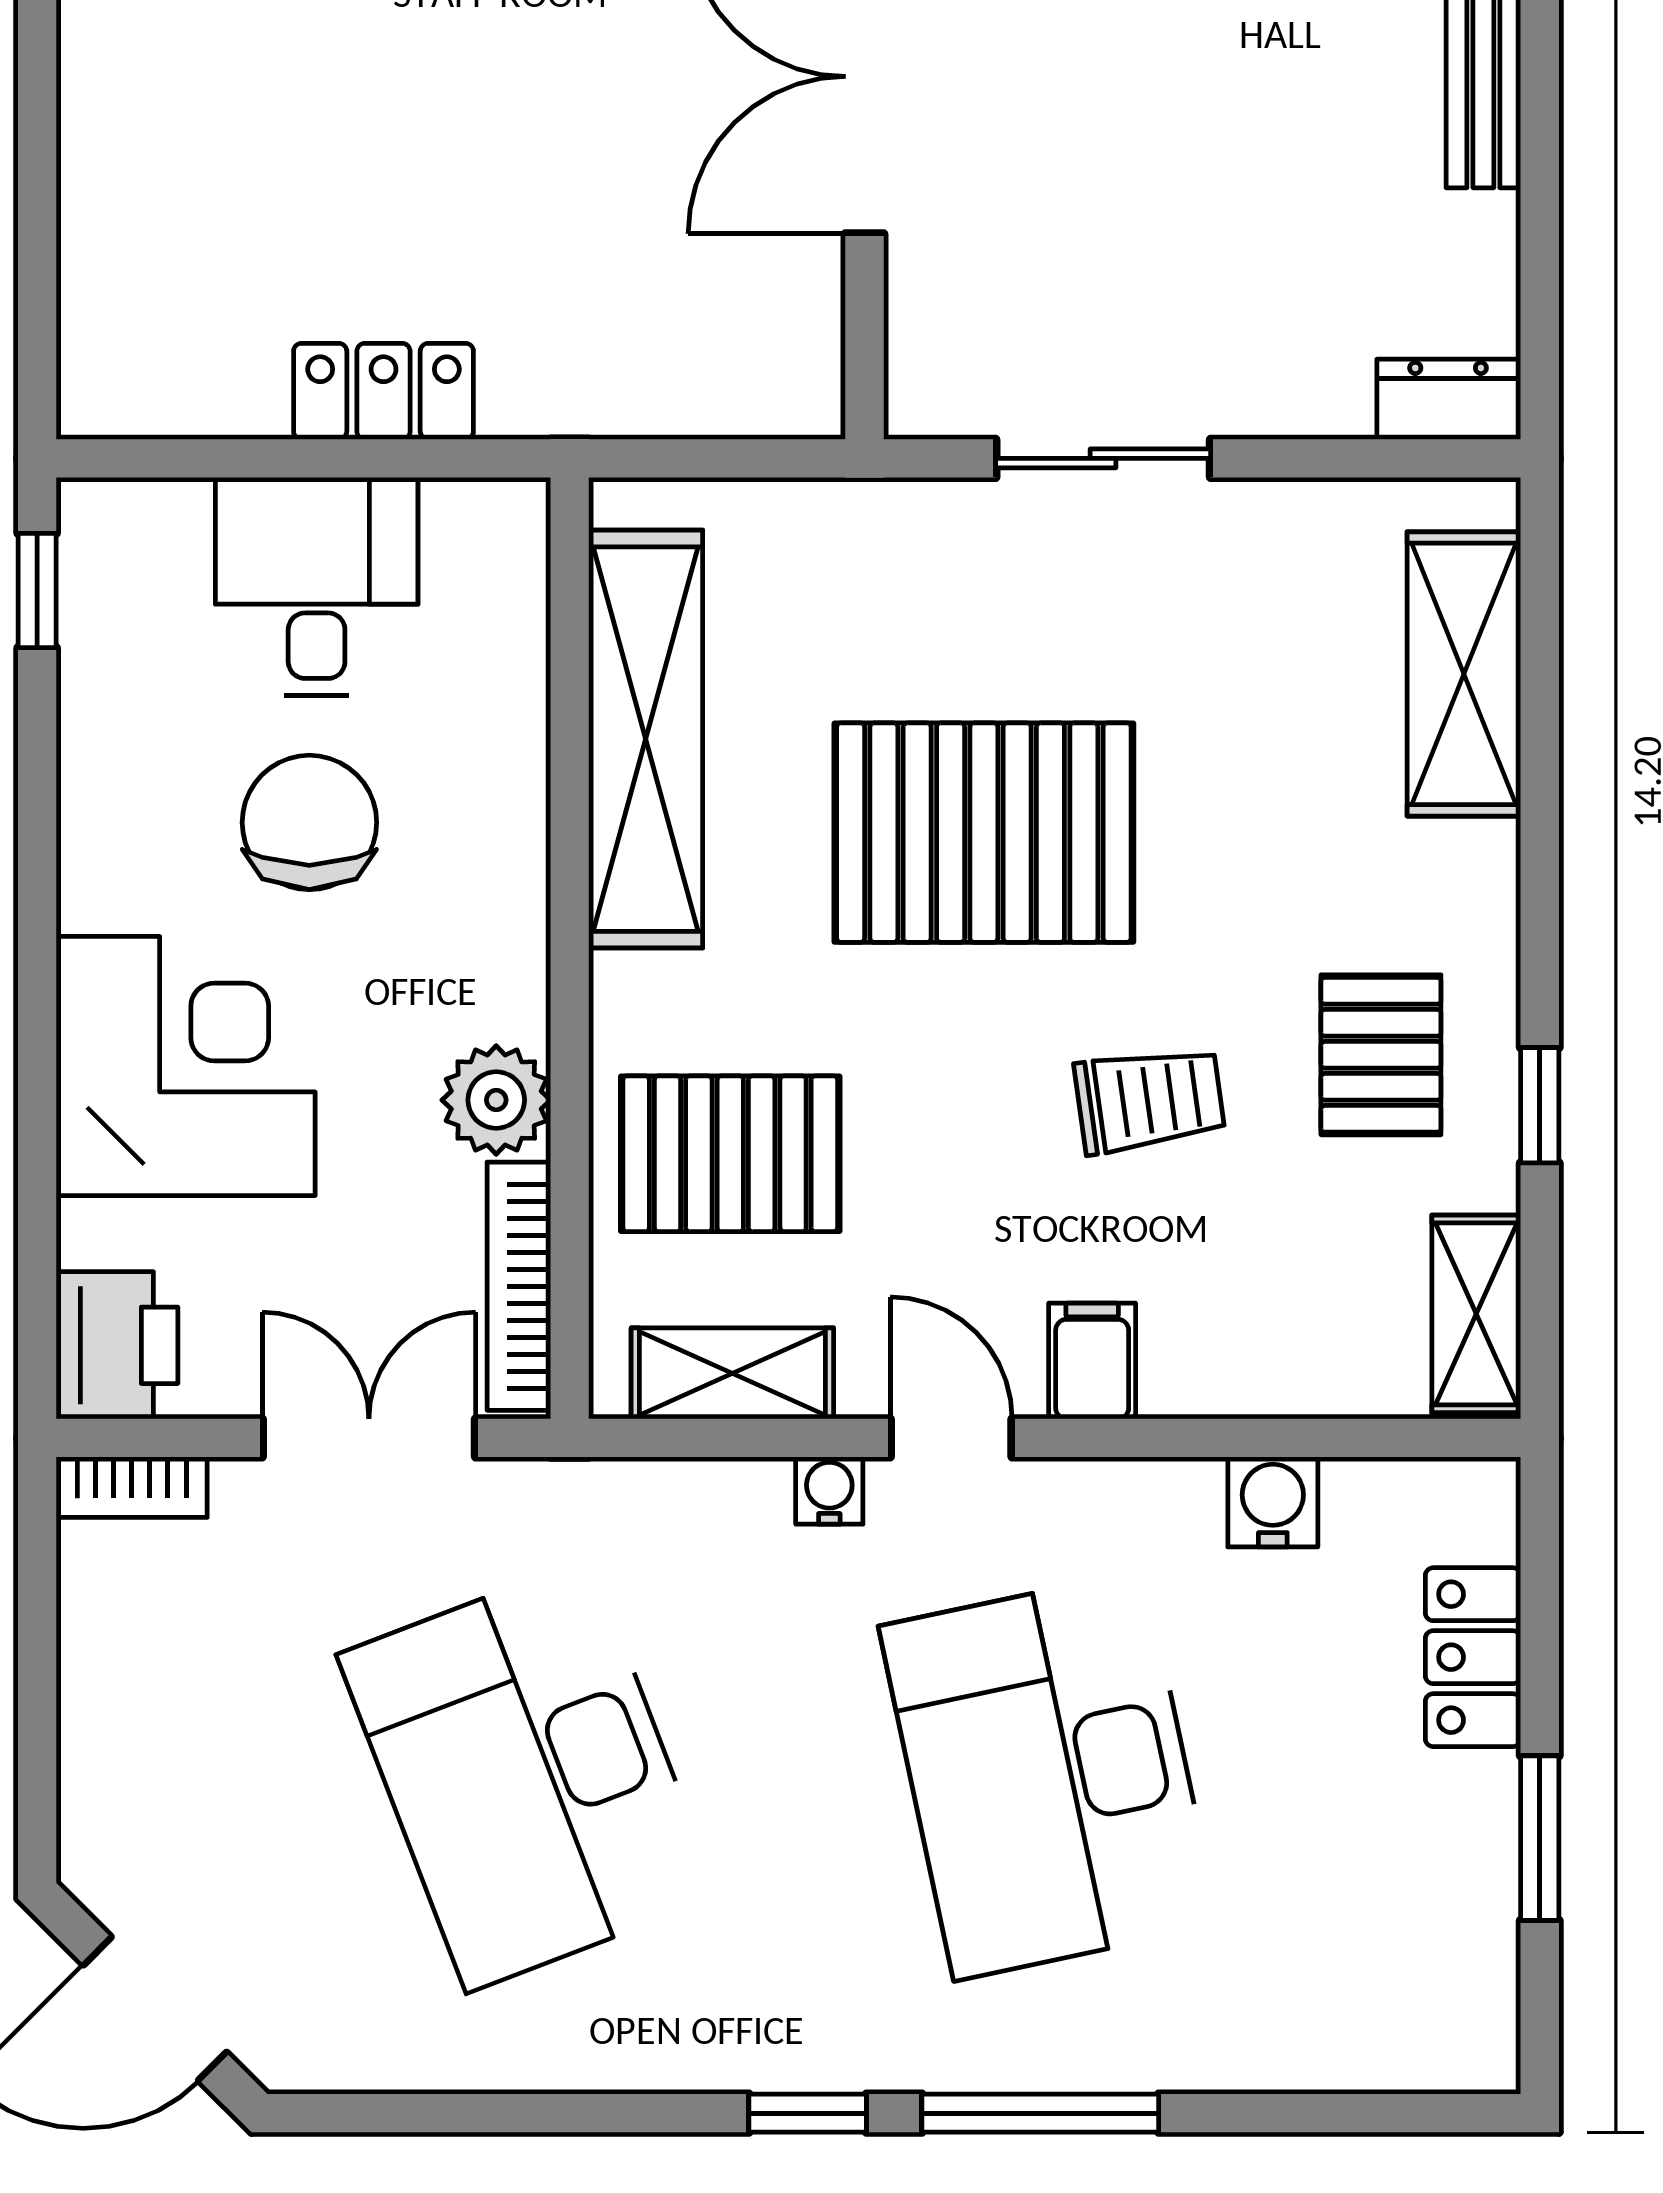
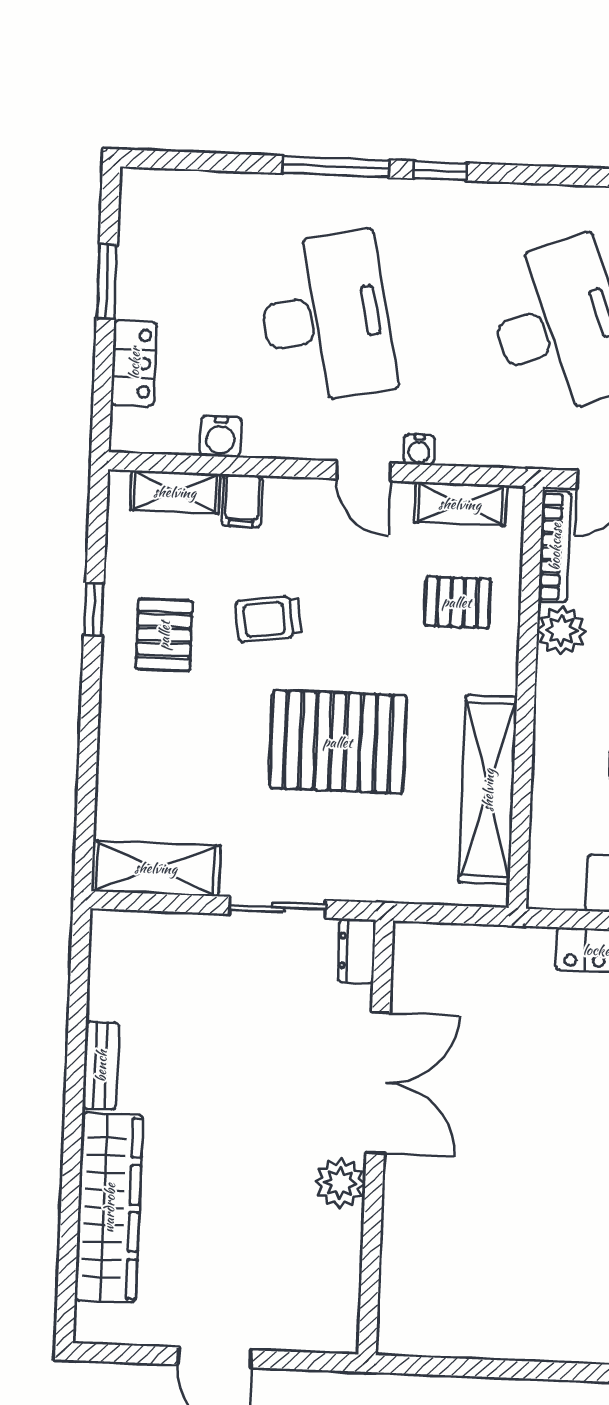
dresser: (1448, 399) -> (357, 951), moved, turned 90
shelving: (1464, 674) -> (156, 868), moved, turned 90
pallet: (730, 1154) -> (457, 602), width x0.67, depth x0.71
shelving: (1476, 1314) -> (175, 492), moved, turned 90
filing cabinet: (1092, 1361) -> (242, 501), moved

